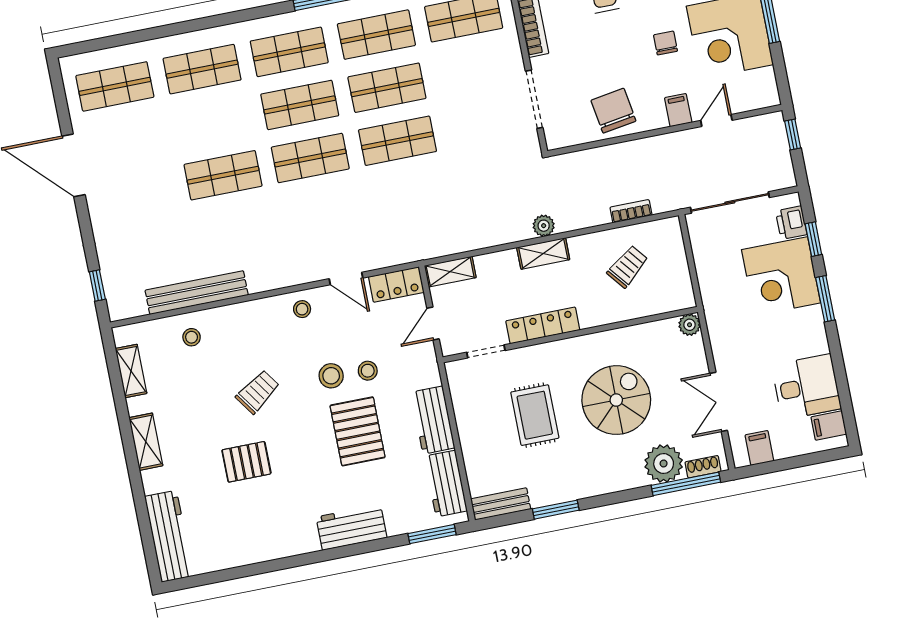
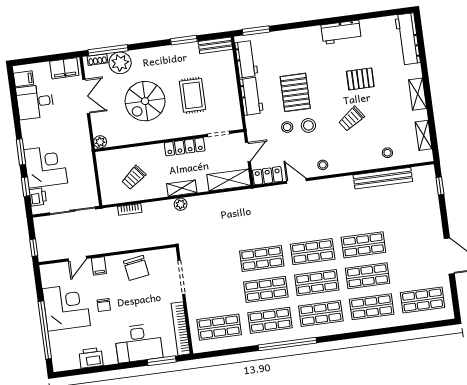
shop shelf: (213, 122) -> (368, 276), added
shelving: (450, 272) -> (229, 180), width x1.50, depth x1.33
filing cabinet: (759, 448) -> (64, 68), width x2.00
workbench: (351, 527) -> (341, 32), moved

